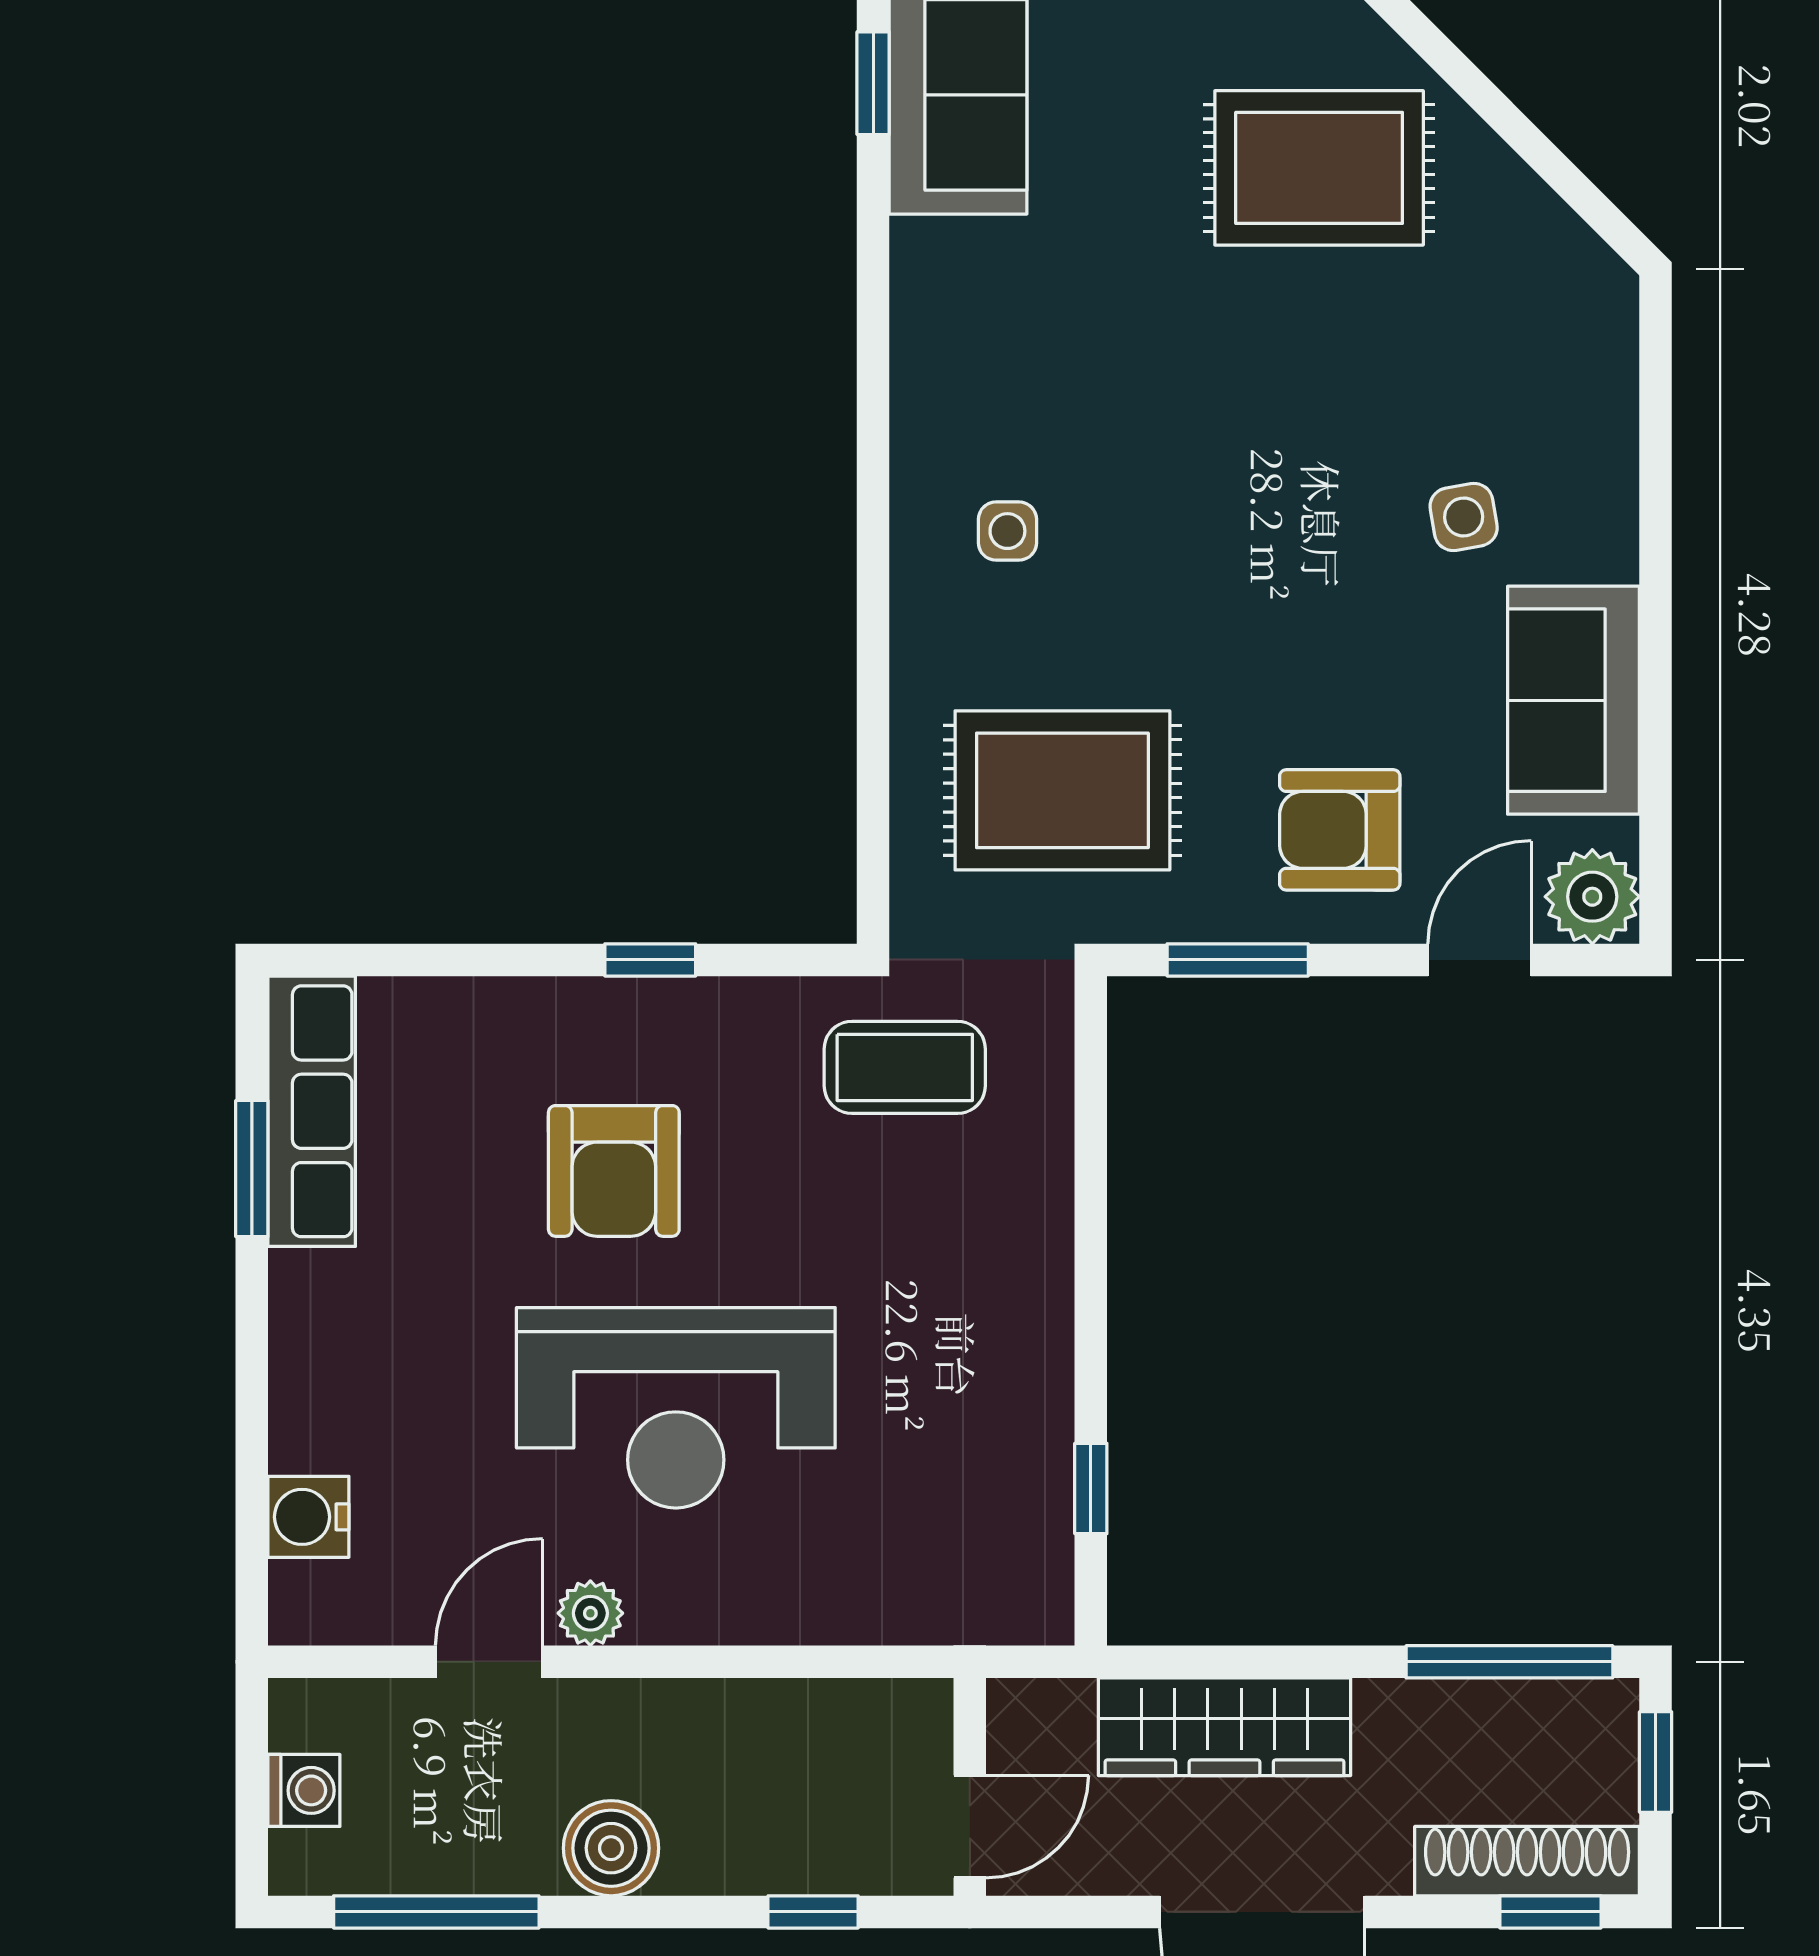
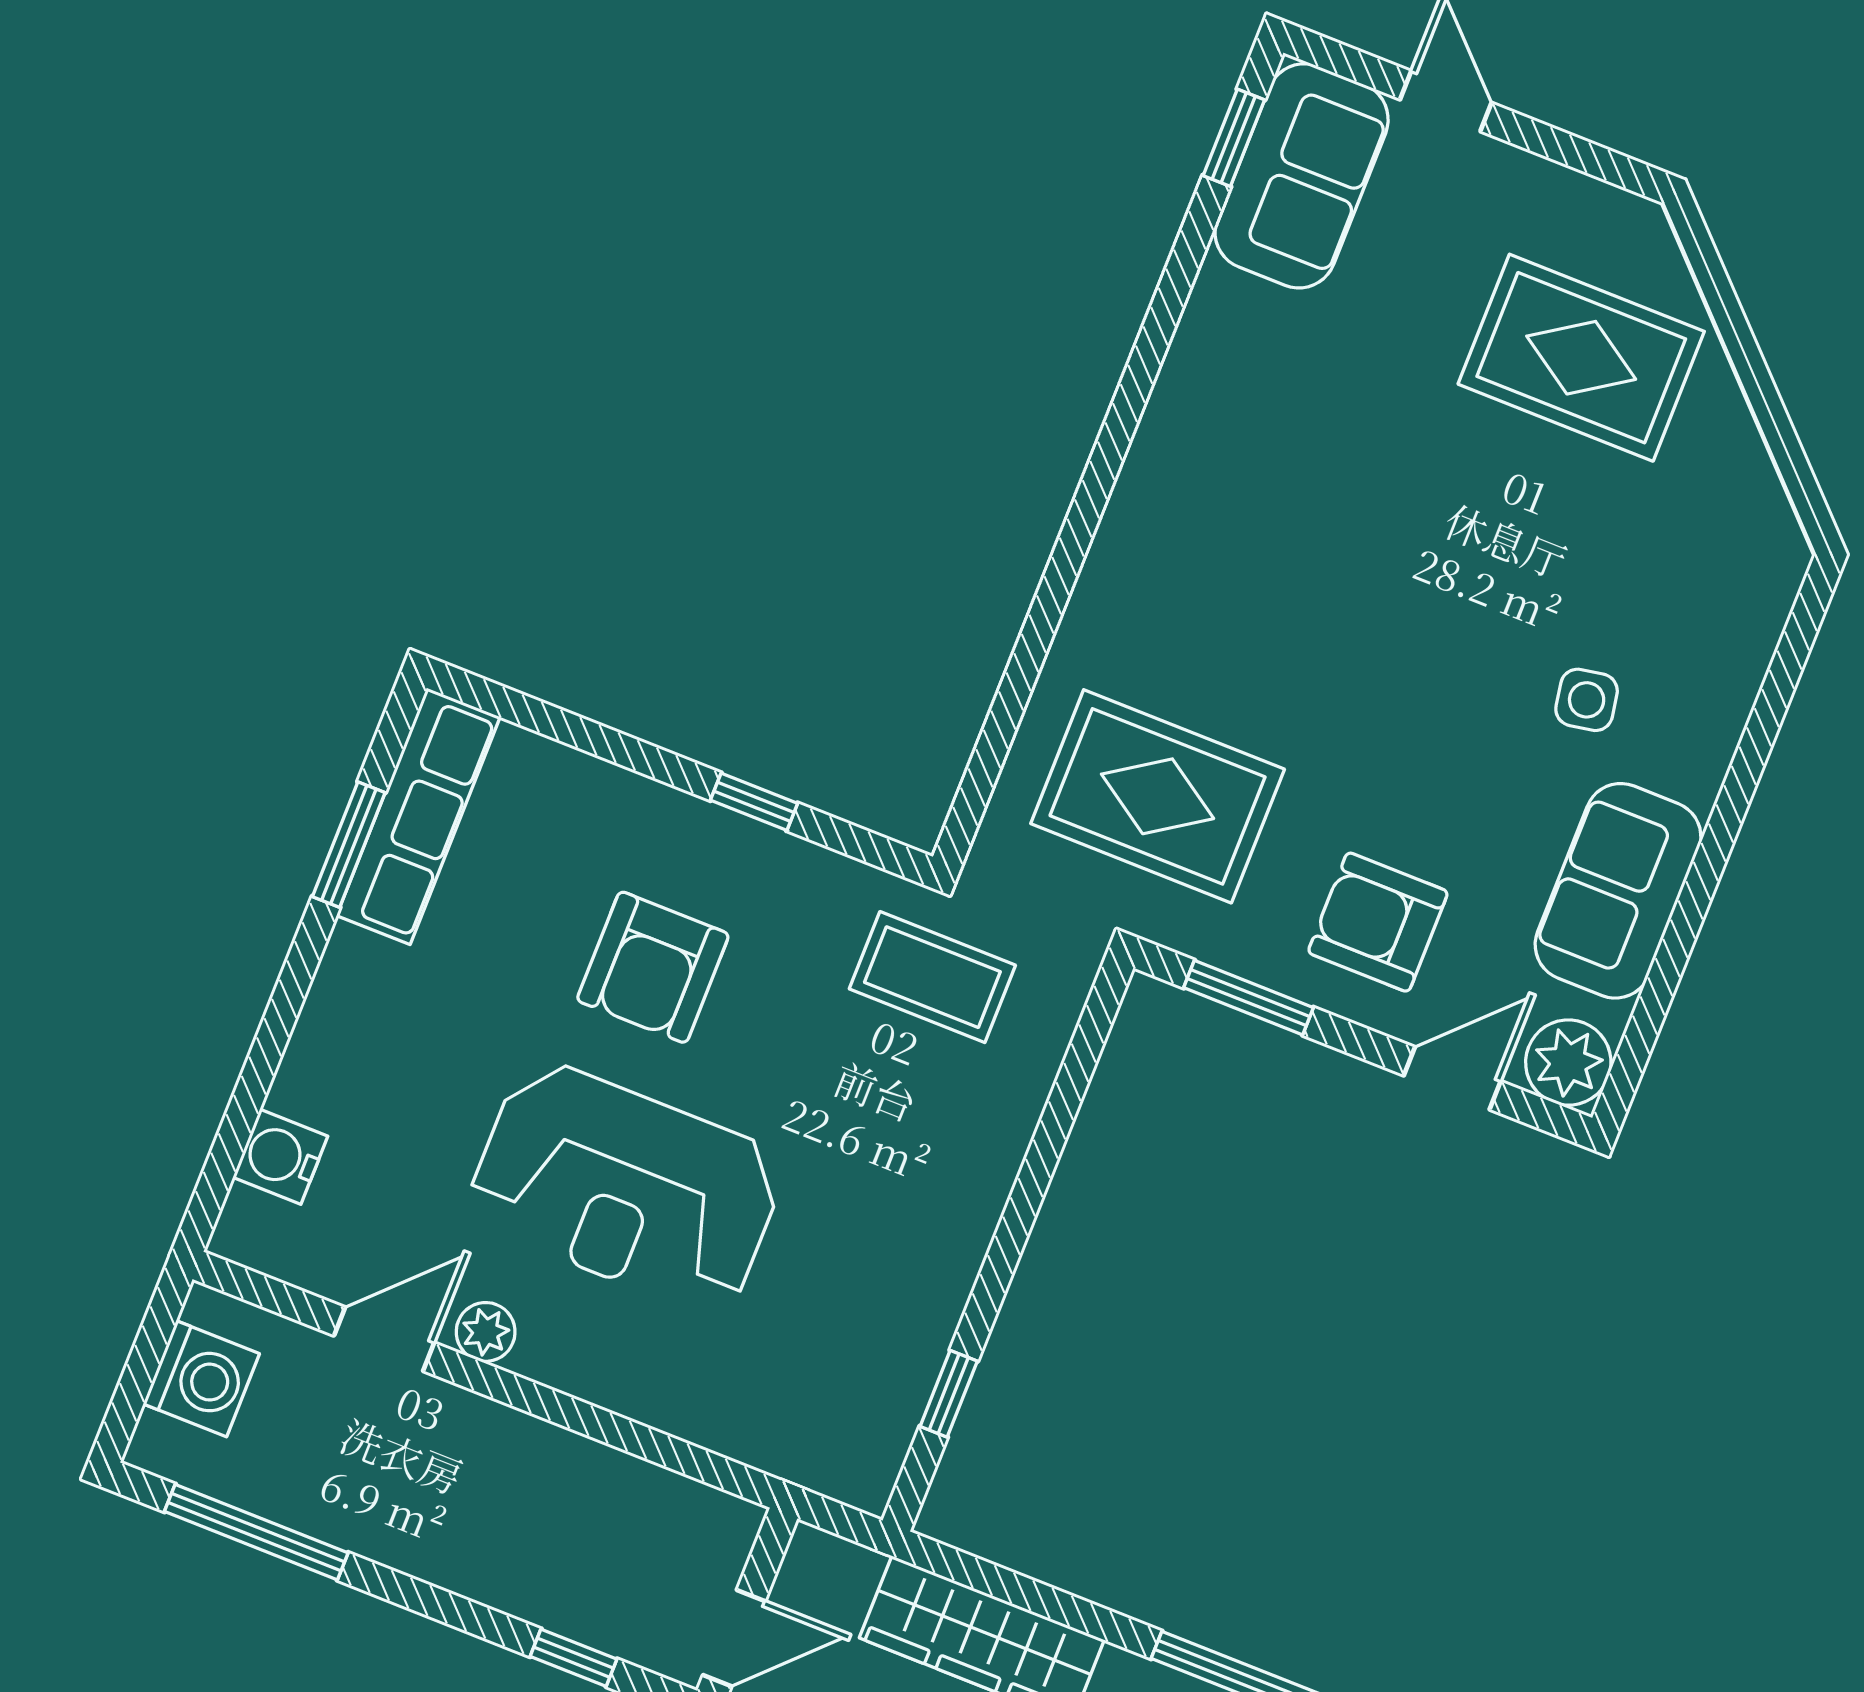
side table: (1007, 531) -> (1198, 560), removed
washing machine: (304, 1790) -> (201, 1379), width x1.38, depth x1.38
boiler: (611, 1848) -> (425, 1537), removed

